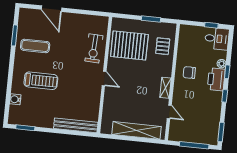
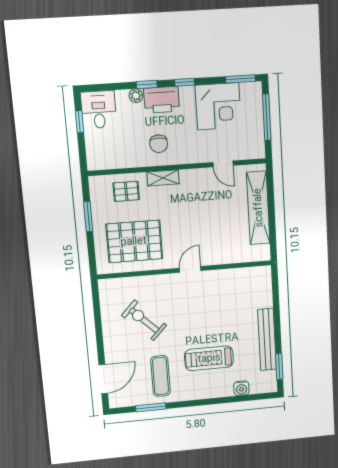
door: (51, 9) -> (103, 379), moved
pallet: (129, 45) -> (134, 241), turned 90
exercise bike: (94, 48) -> (144, 320), moved, turned -139
treadmill: (41, 81) -> (209, 358), turned -90
shelving: (165, 88) -> (163, 178), moved
door: (169, 112) -> (223, 164), swing flipped
corner desk: (206, 115) -> (218, 106), added
bench: (76, 125) -> (267, 340), moved

